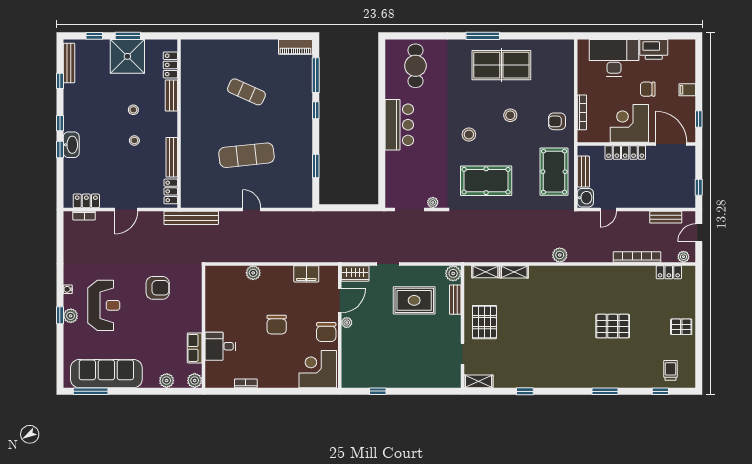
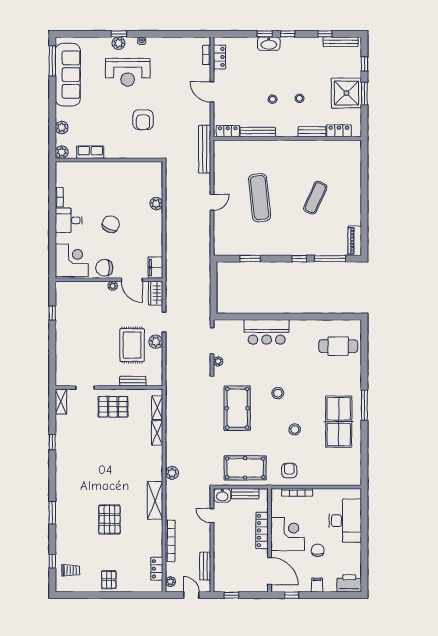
printer: (654, 49) -> (349, 583), moved, turned 90
bar counter: (399, 125) -> (267, 332), moved
door: (671, 144) -> (269, 571), hinge flipped
plant: (453, 273) -> (156, 342), moved
filing cabinet: (306, 274) -> (155, 268), moved
shelving: (591, 274) -> (155, 500), added
chair: (277, 325) -> (111, 224), turned 114
desk: (220, 346) -> (69, 220), moved, turned -90

